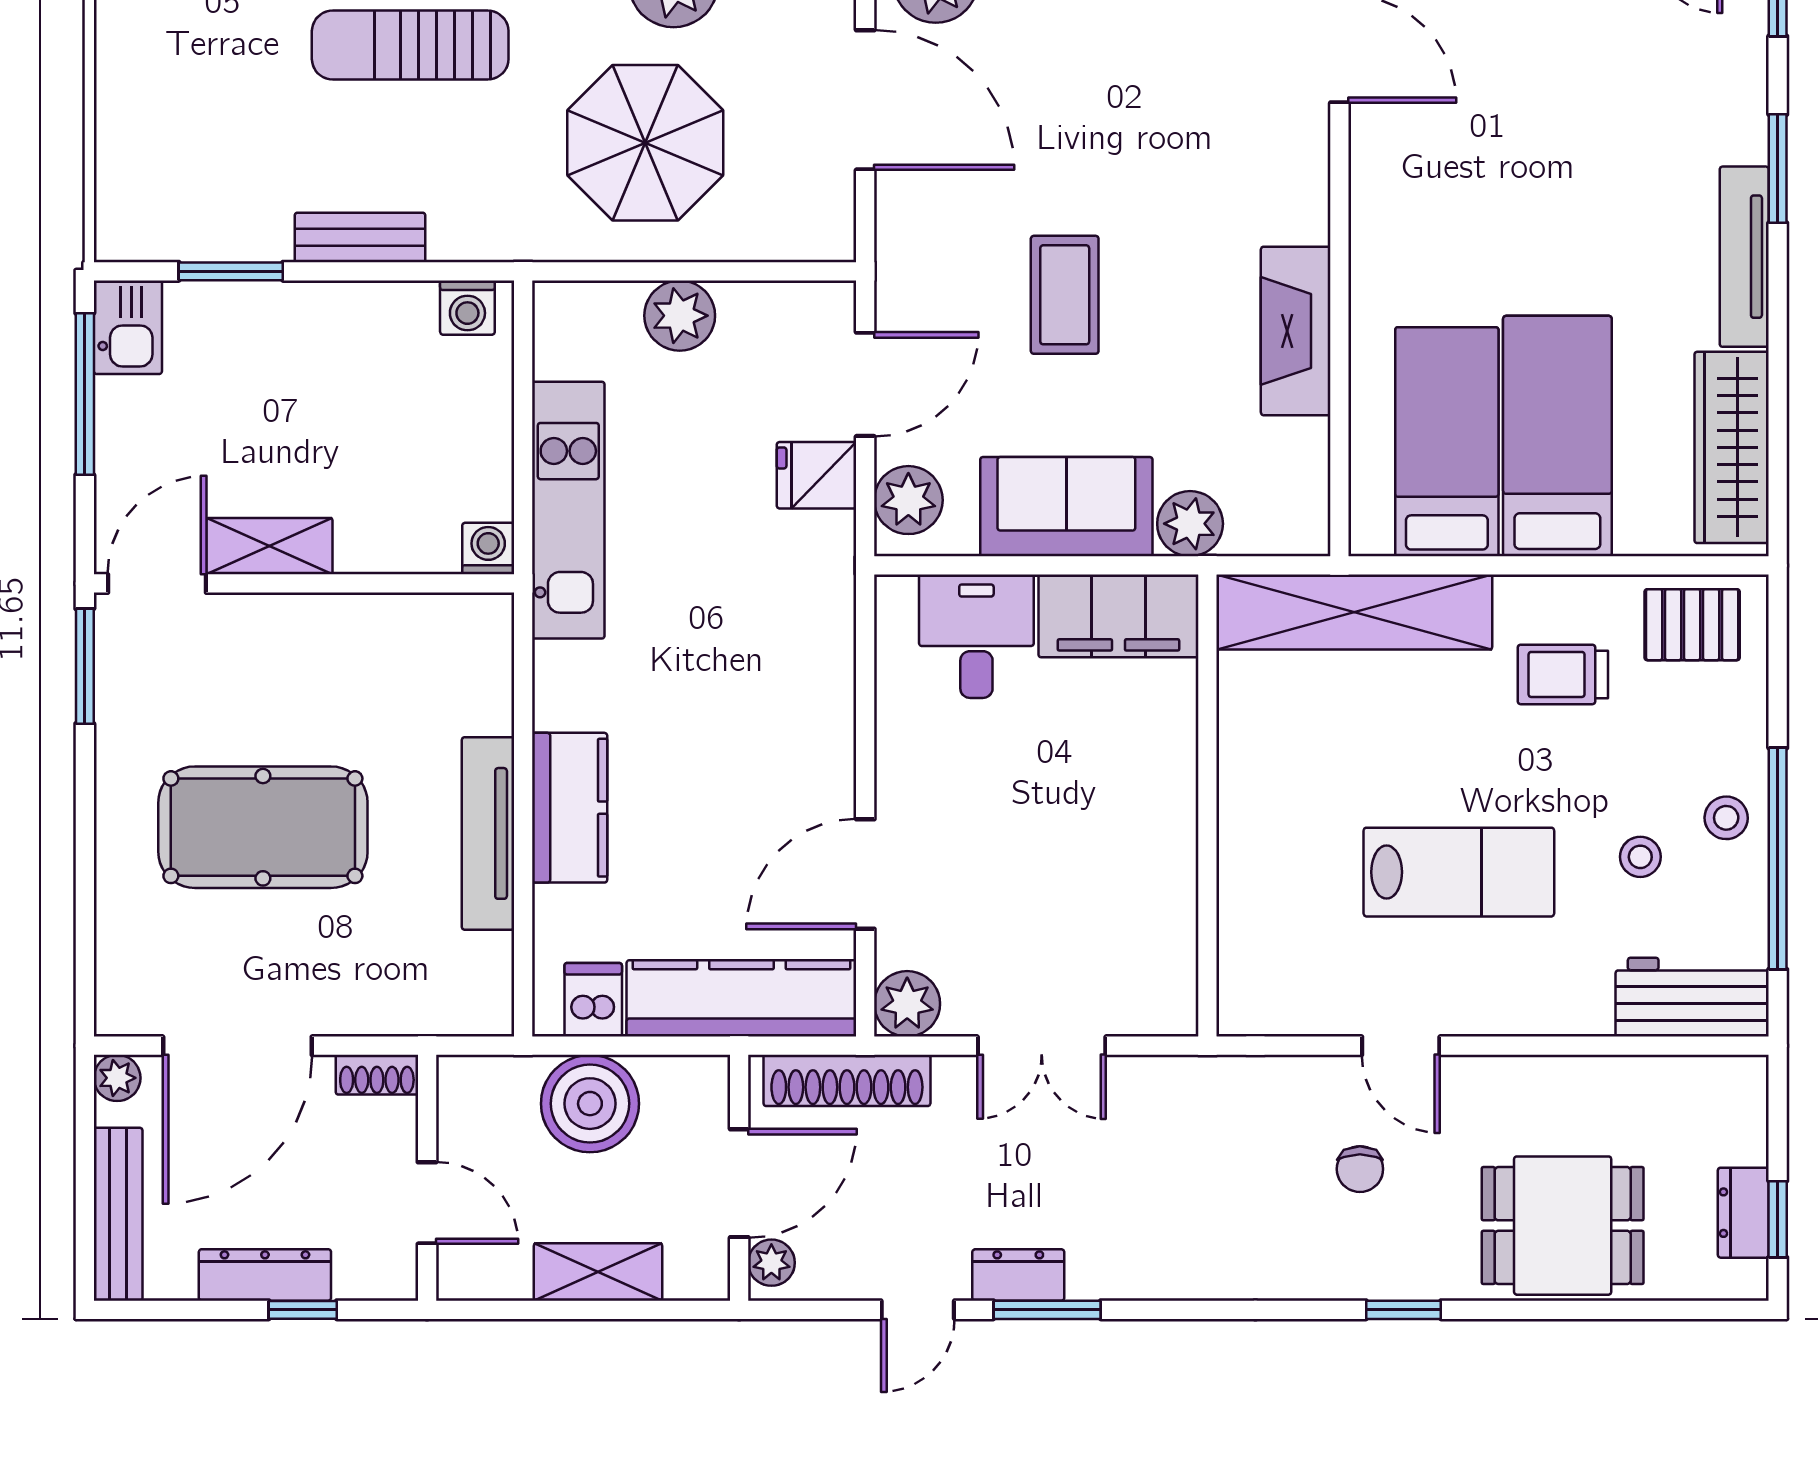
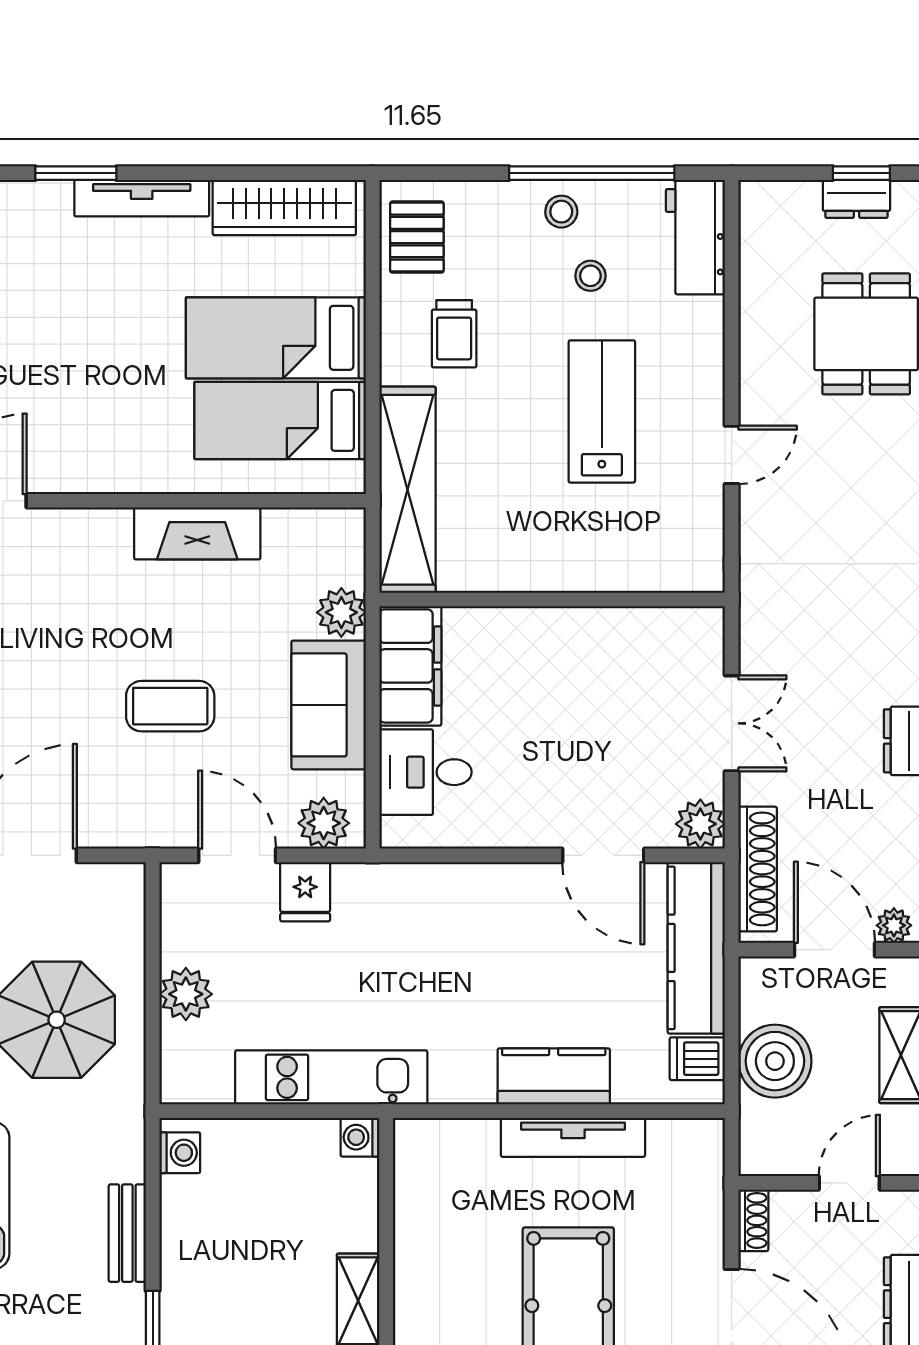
chair: (1360, 1169) -> (824, 485), removed

